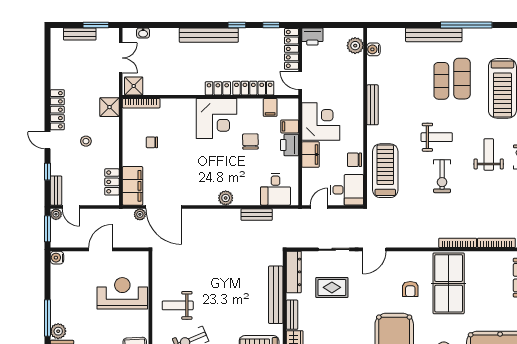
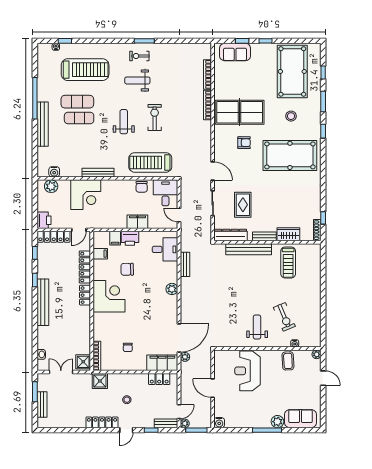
corner desk: (321, 122) -> (86, 195), moved, turned 180
exercise bike: (442, 176) -> (155, 117), turned -90
weight bench: (178, 305) -> (257, 327), turned 180

